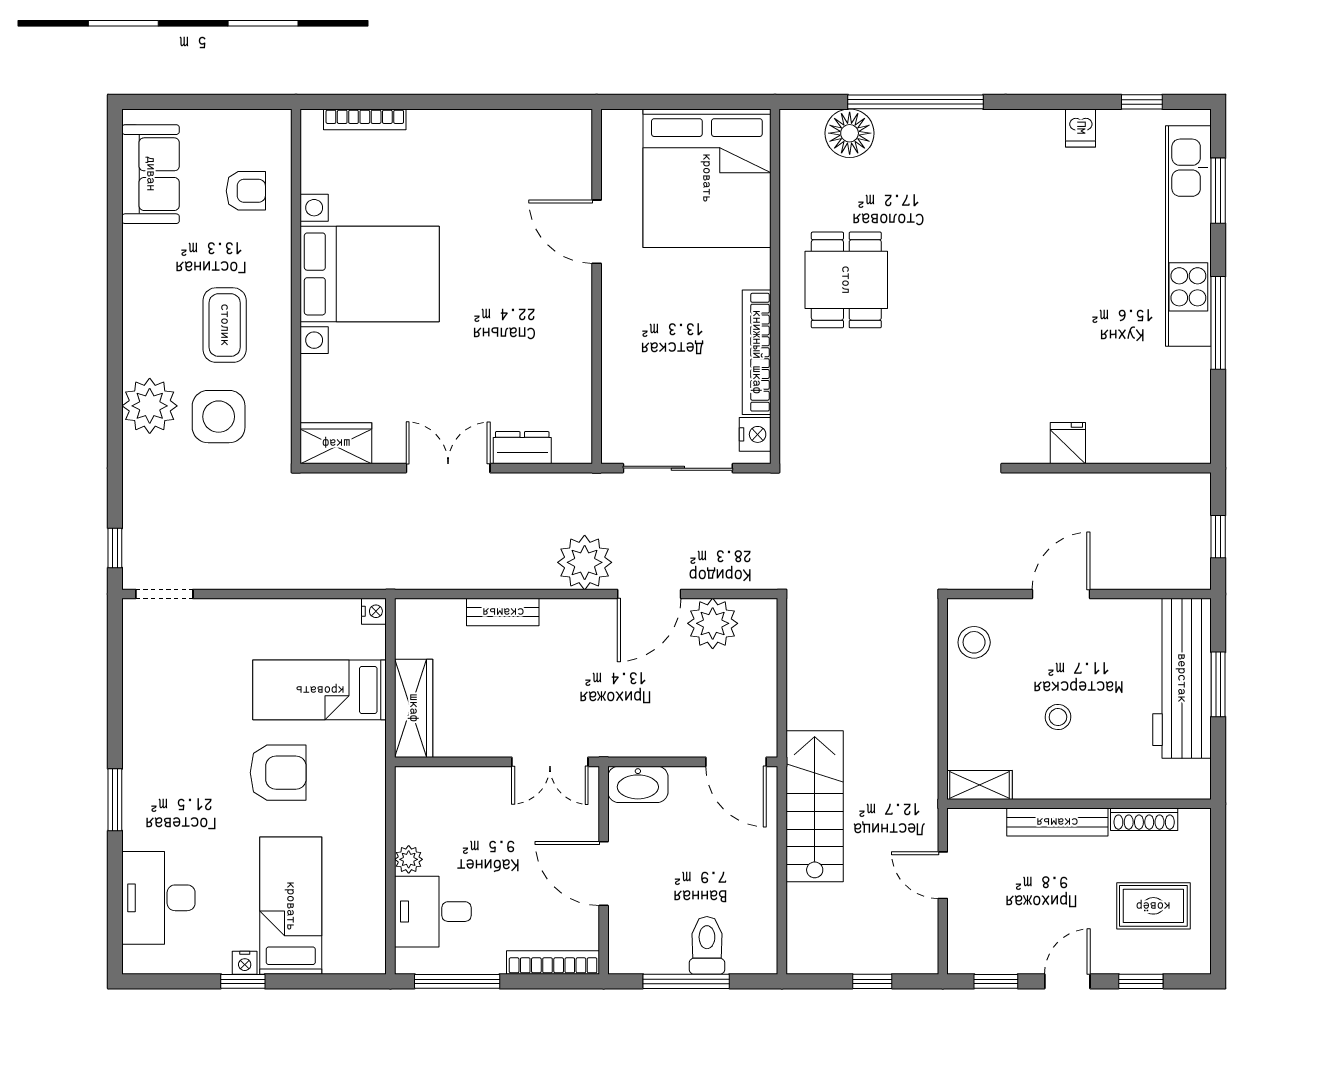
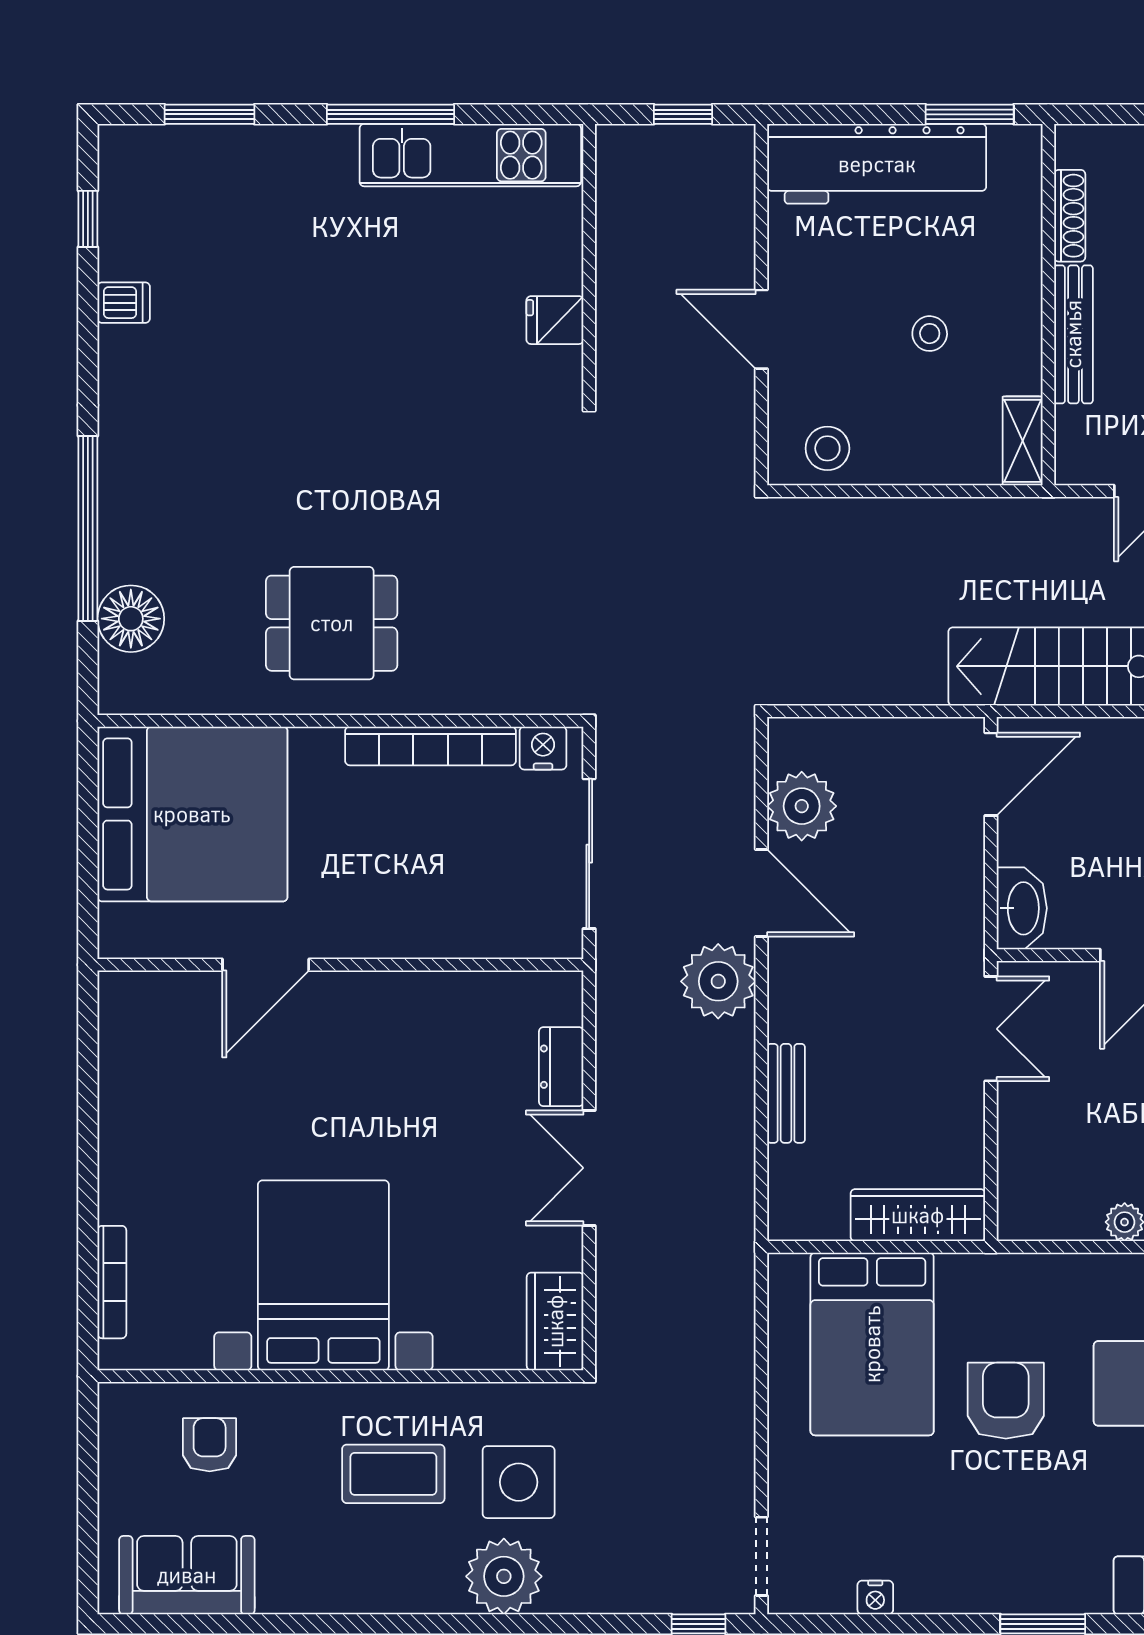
kitchen unit: (1188, 236) -> (470, 155), moved, width x0.73
nightstand: (374, 611) -> (875, 1597), moved, turned 180
window: (1218, 684) -> (970, 114), moved
bed: (320, 690) -> (872, 1344), width x1.50

